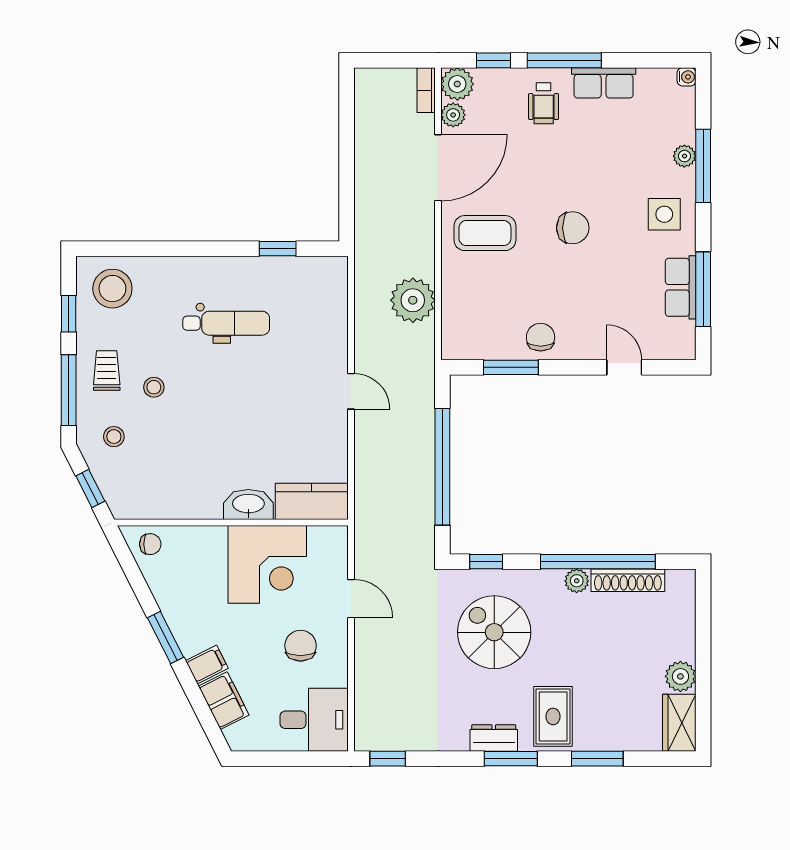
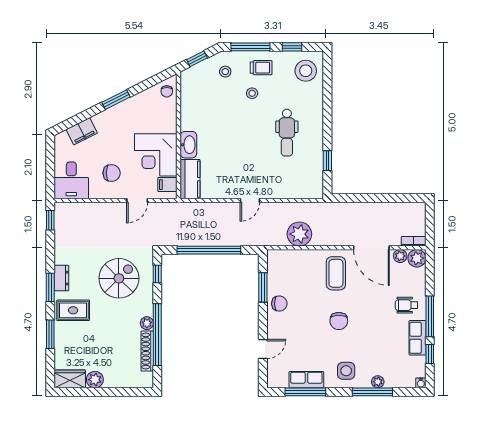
window: (494, 60) -> (430, 354), moved
filing cabinet: (207, 665) -> (167, 185), moved, turned 117

